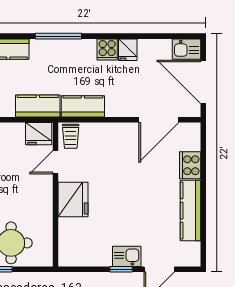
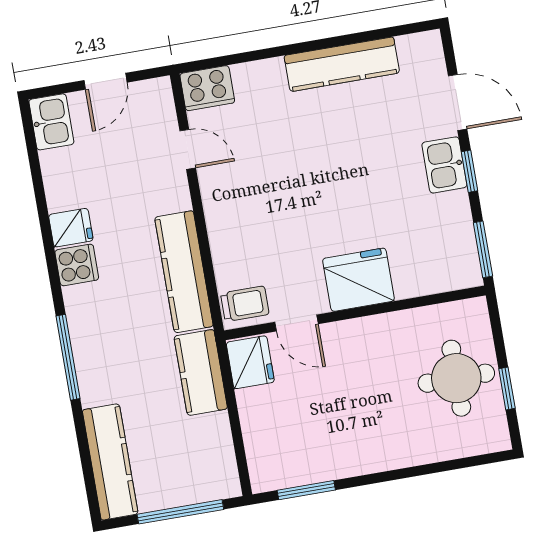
door: (203, 82) -> (105, 81), width x0.53
kitchen counter: (83, 106) -> (184, 272), width x1.50
door: (159, 120) -> (188, 149), width x0.53
cooker: (190, 165) -> (207, 88), moved
window: (78, 269) -> (483, 249), added

